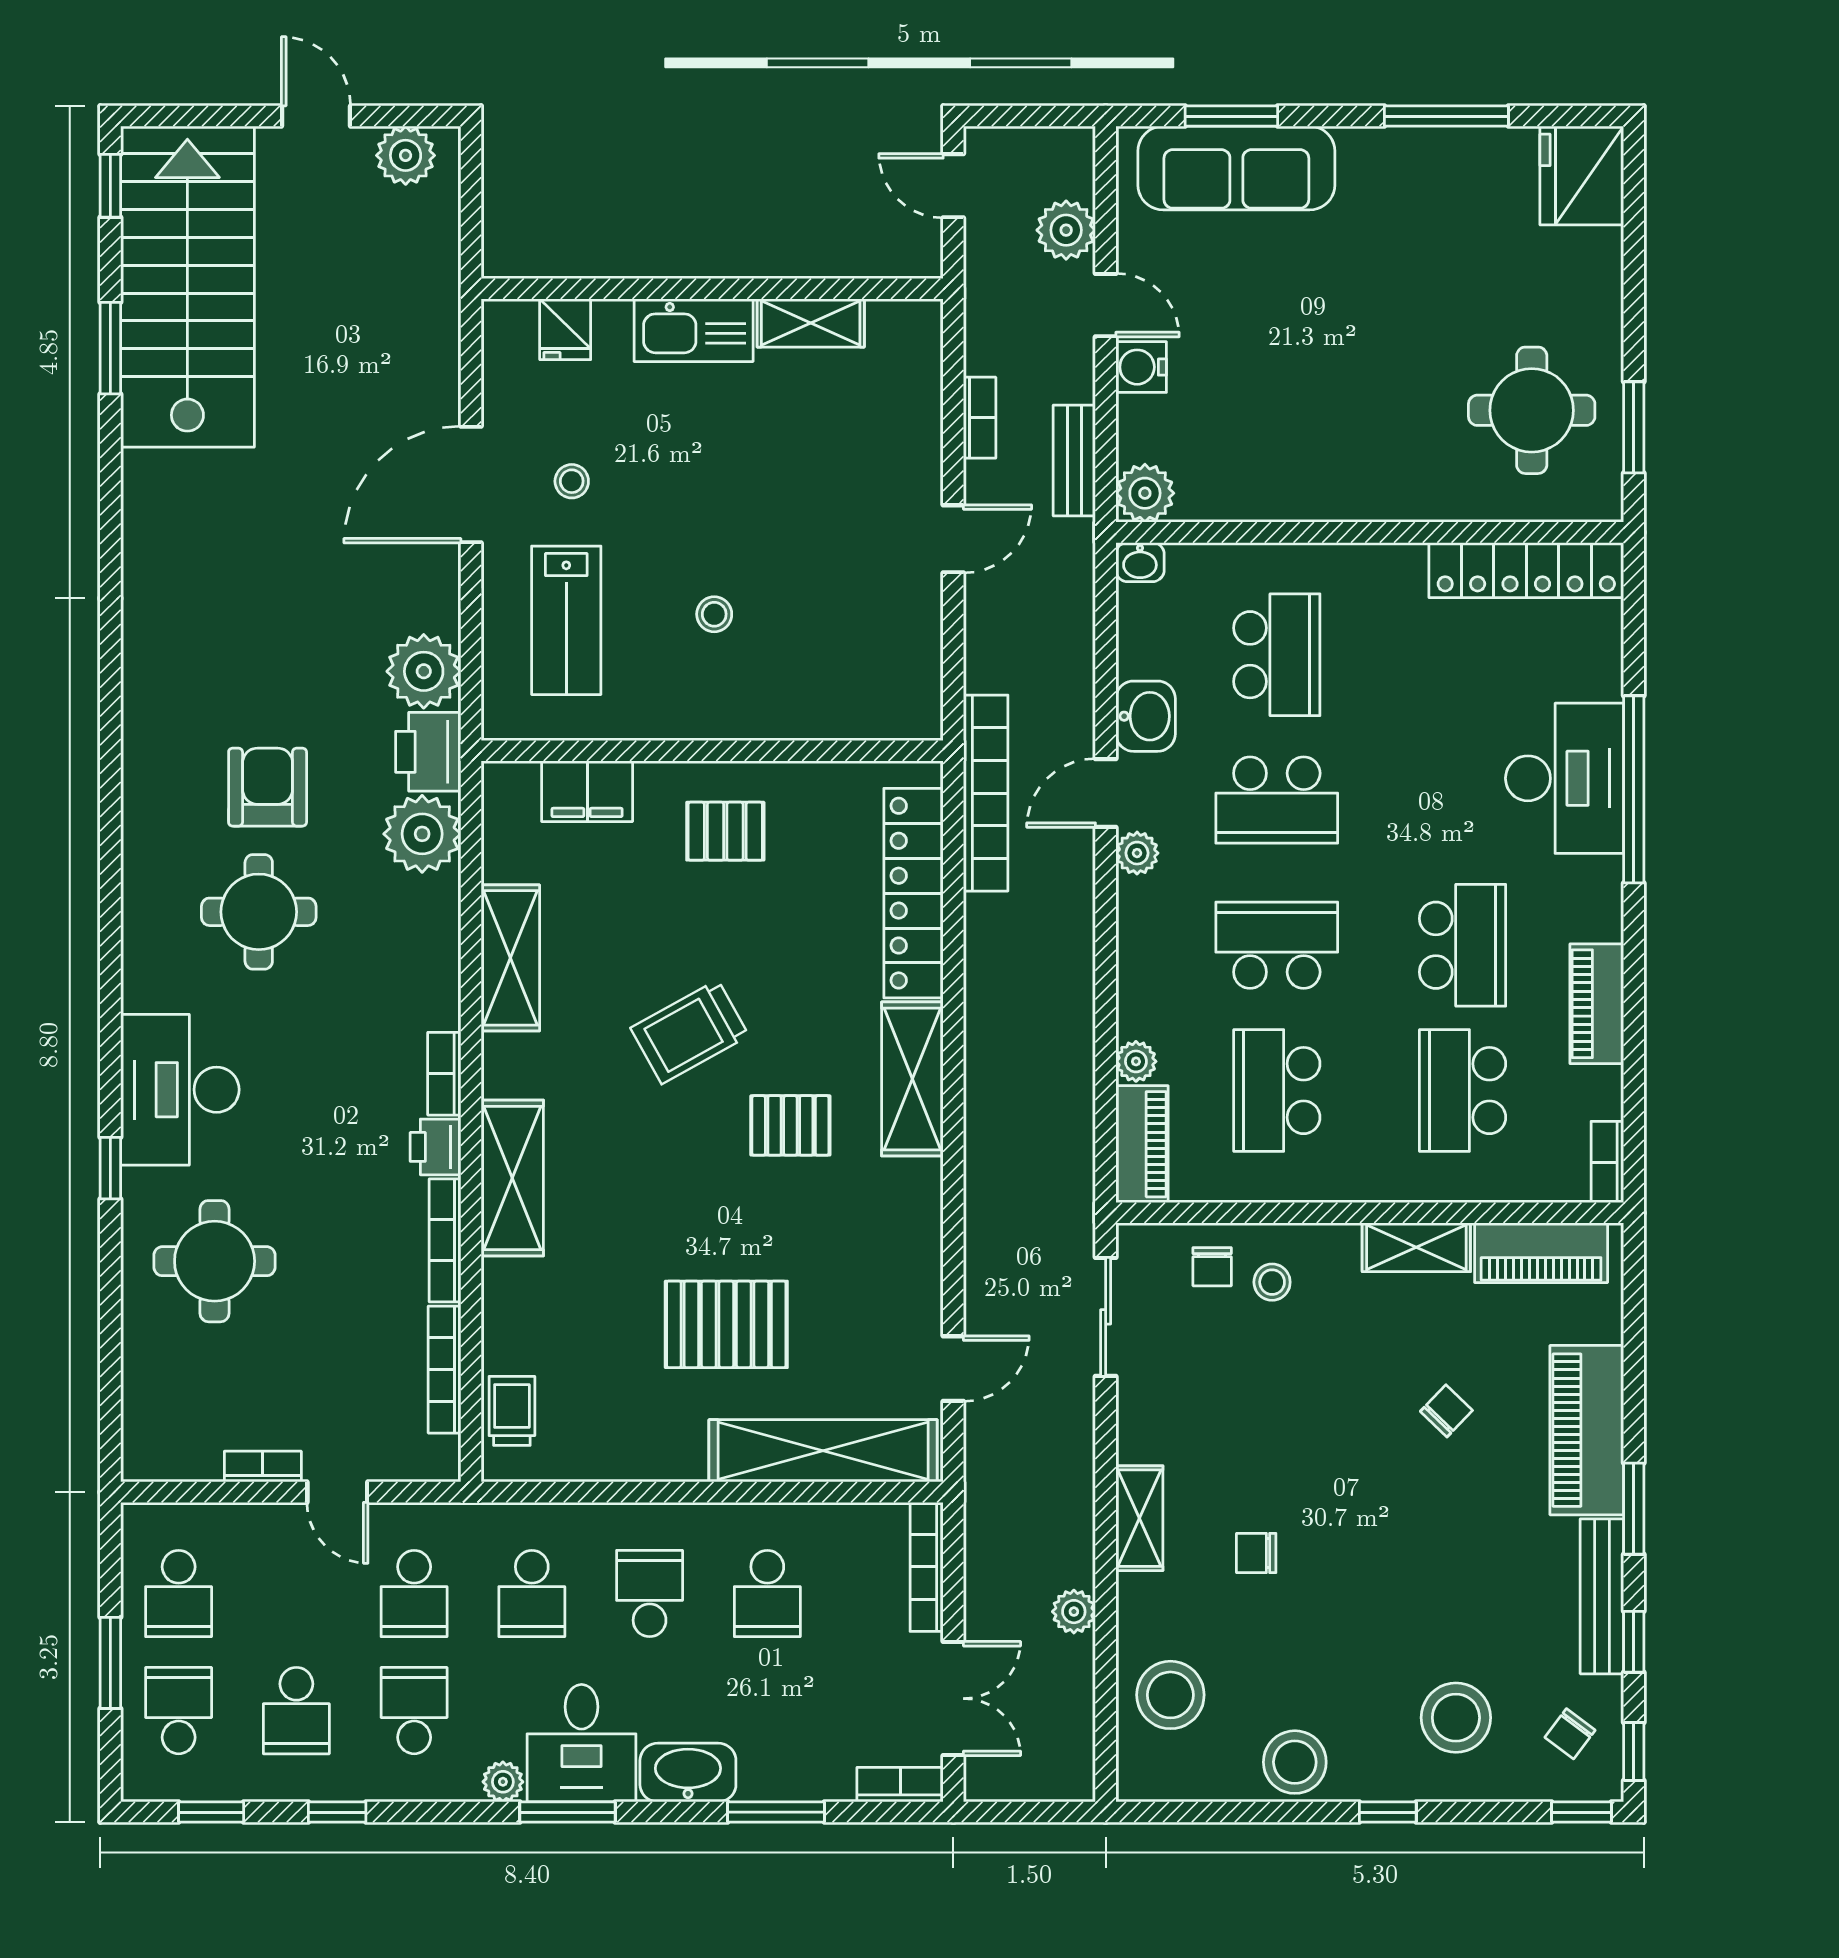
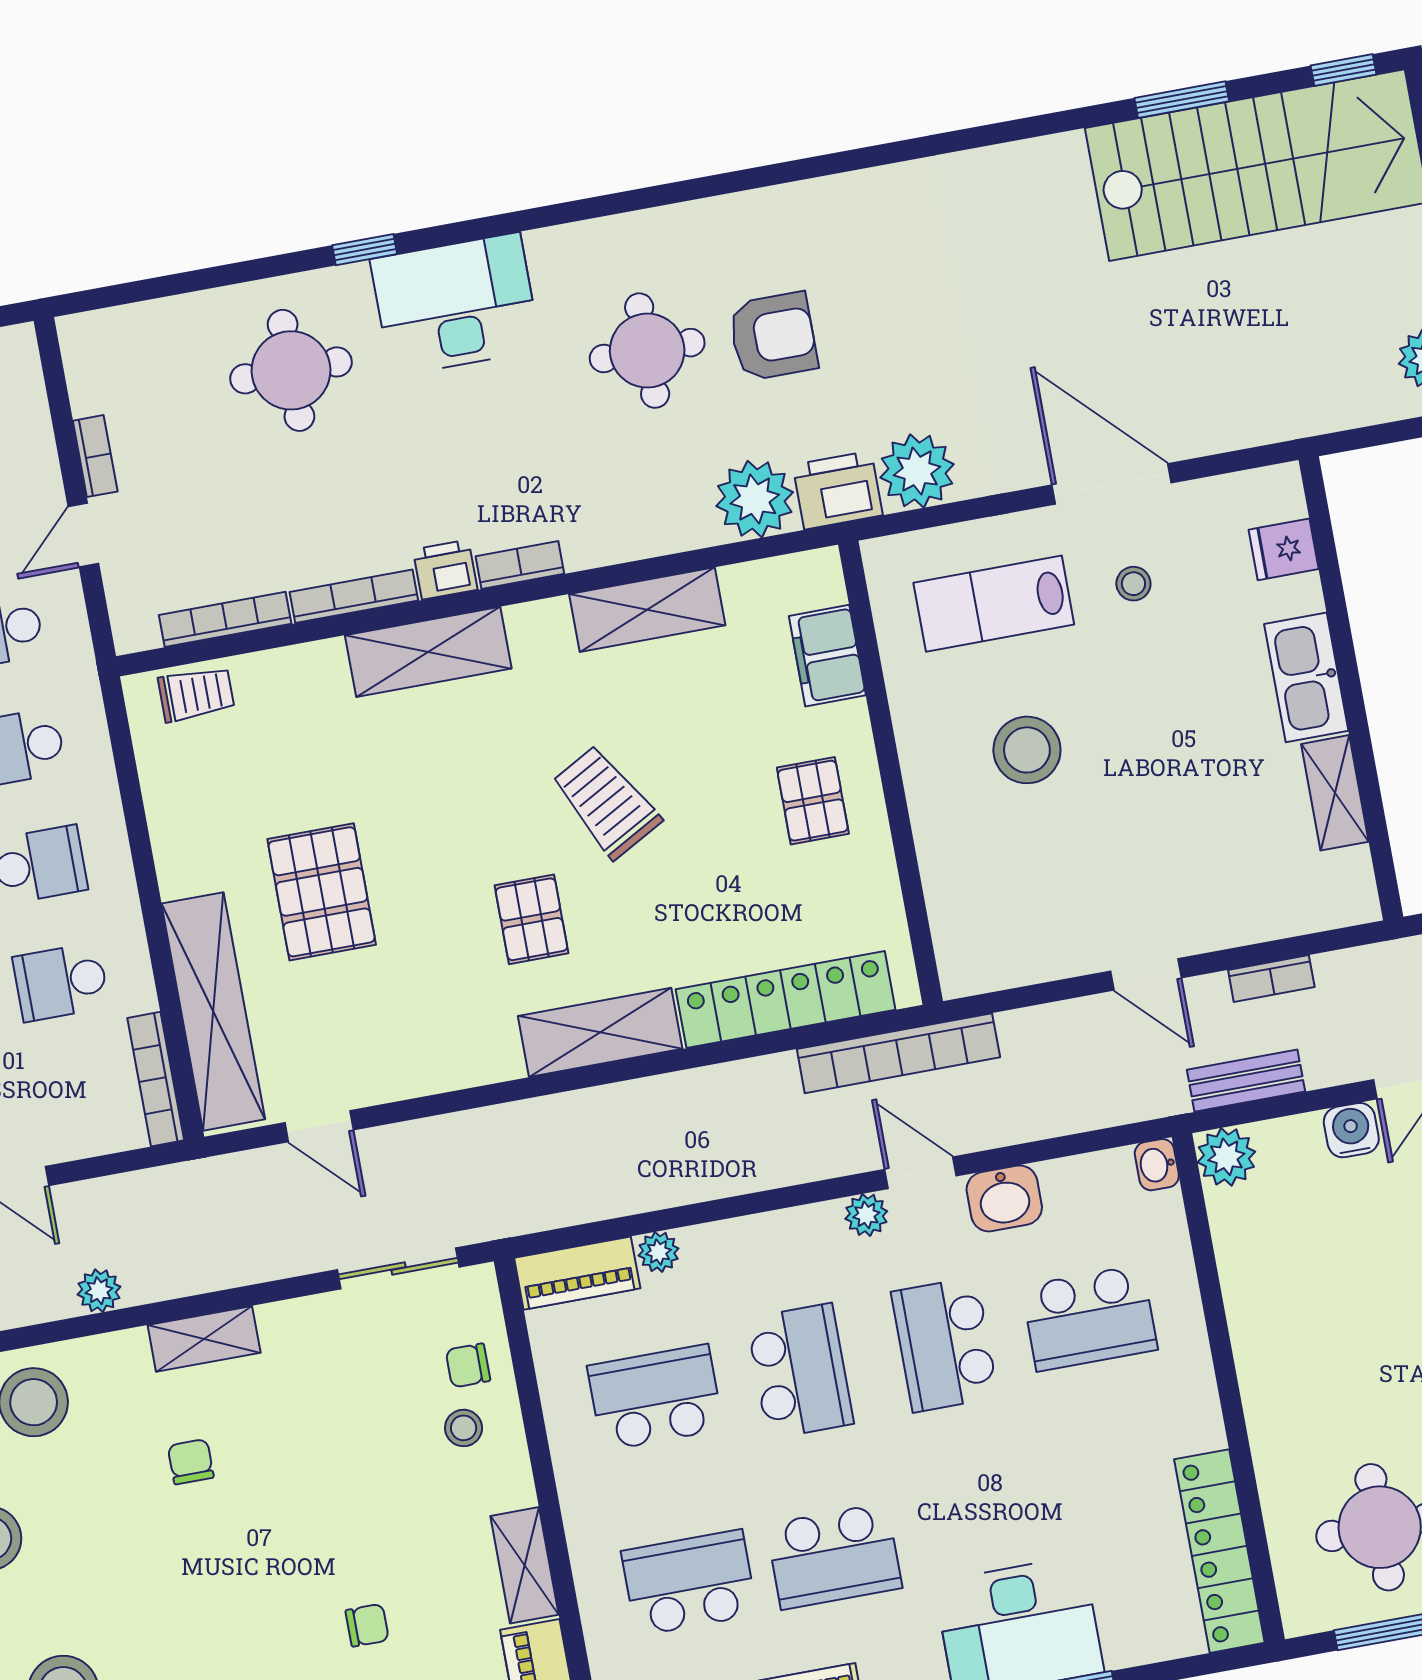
stool: (714, 614) -> (1027, 750), width x1.89, depth x1.89
chair: (1446, 1411) -> (367, 1625), turned -44
bookcase: (927, 1567) -> (156, 1079), moved, turned -90

